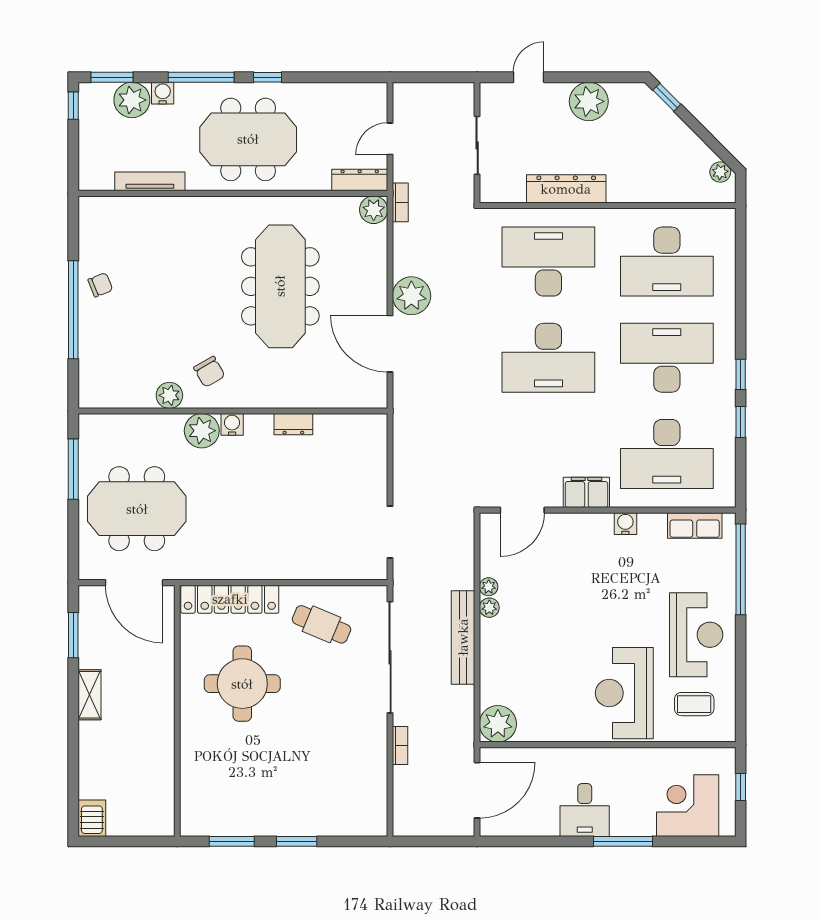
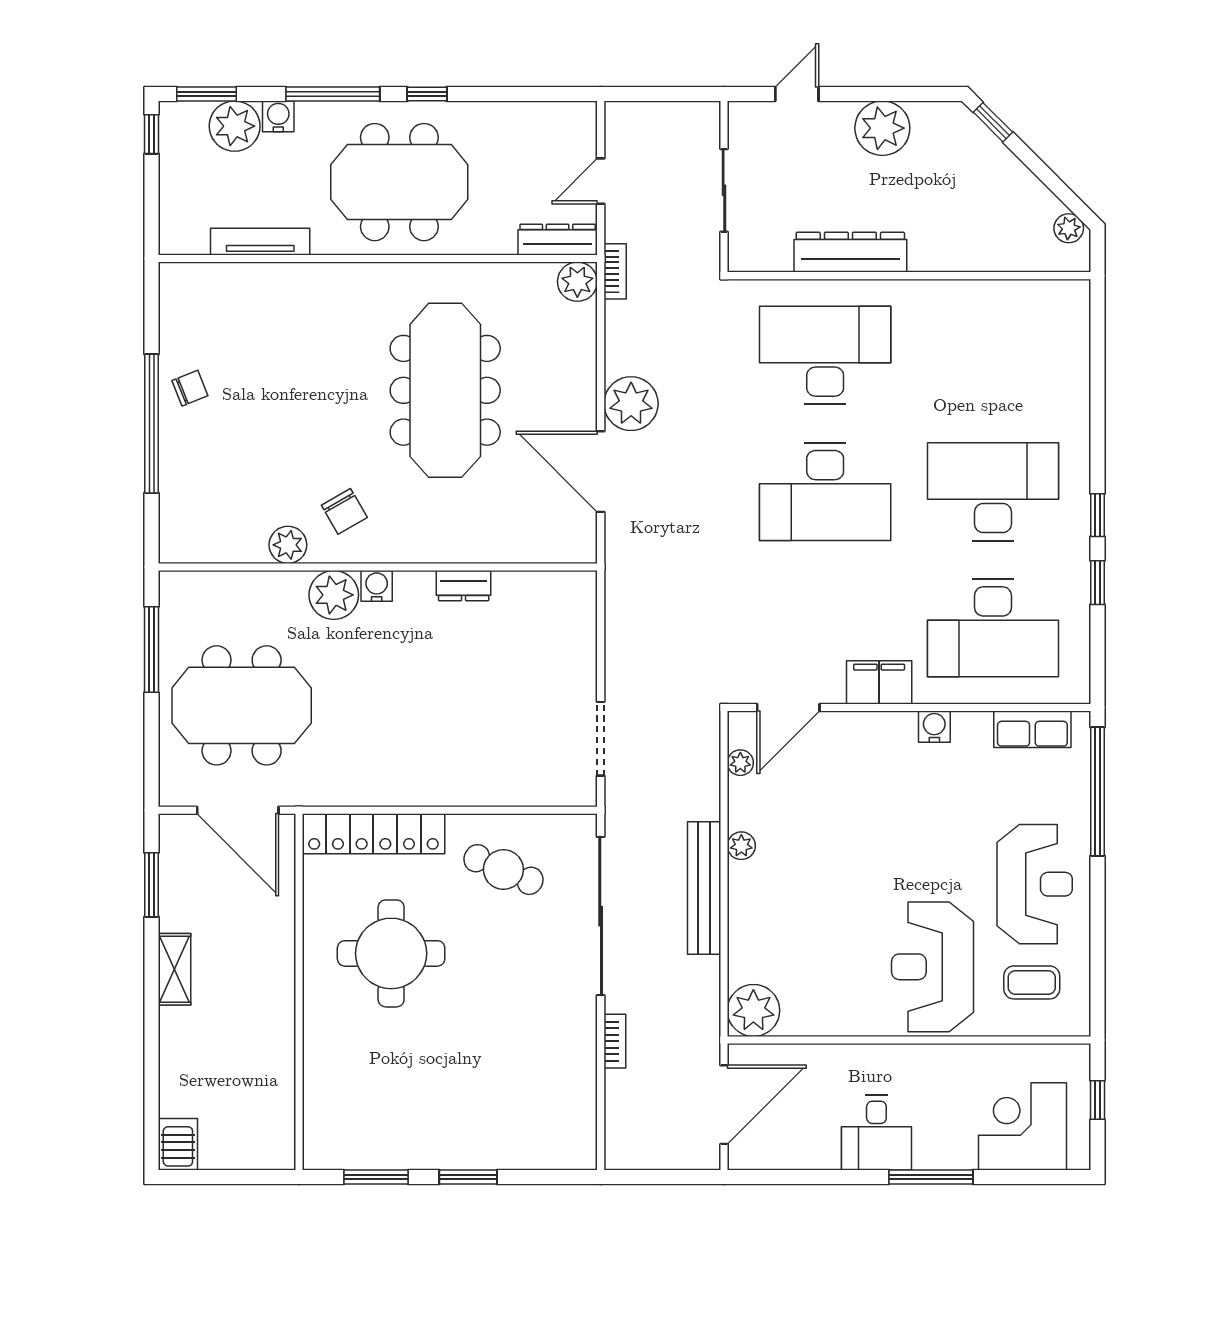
desk: (667, 262) -> (993, 355), removed
plant: (489, 587) -> (740, 763), moved

